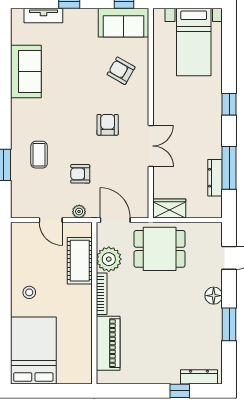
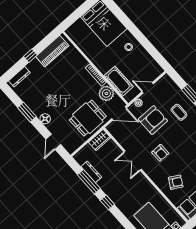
window: (229, 104) -> (107, 202), moved
armchair: (80, 174) -> (153, 120), width x1.88, depth x1.88
piano: (108, 343) -> (52, 51), moved, turned -90
window: (180, 391) -> (30, 56), moved

